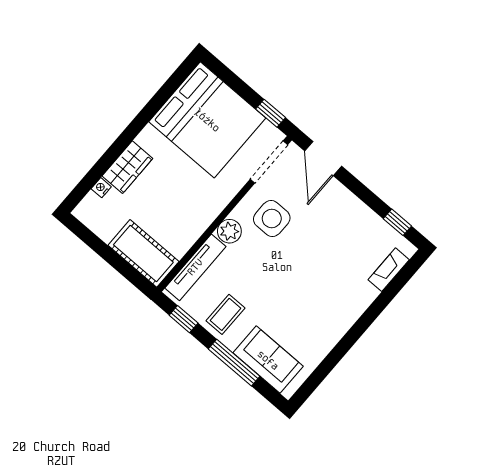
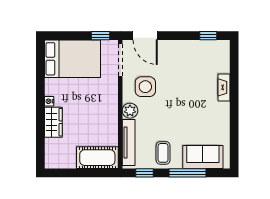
bed: (207, 120) -> (72, 59), width x0.73
nightstand: (101, 188) -> (49, 101), moved
fireplace: (389, 270) -> (224, 87), moved

